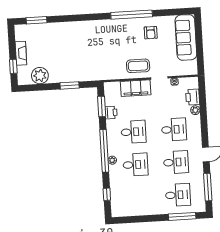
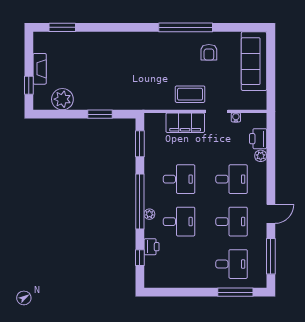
printer: (111, 113) -> (152, 247), moved

